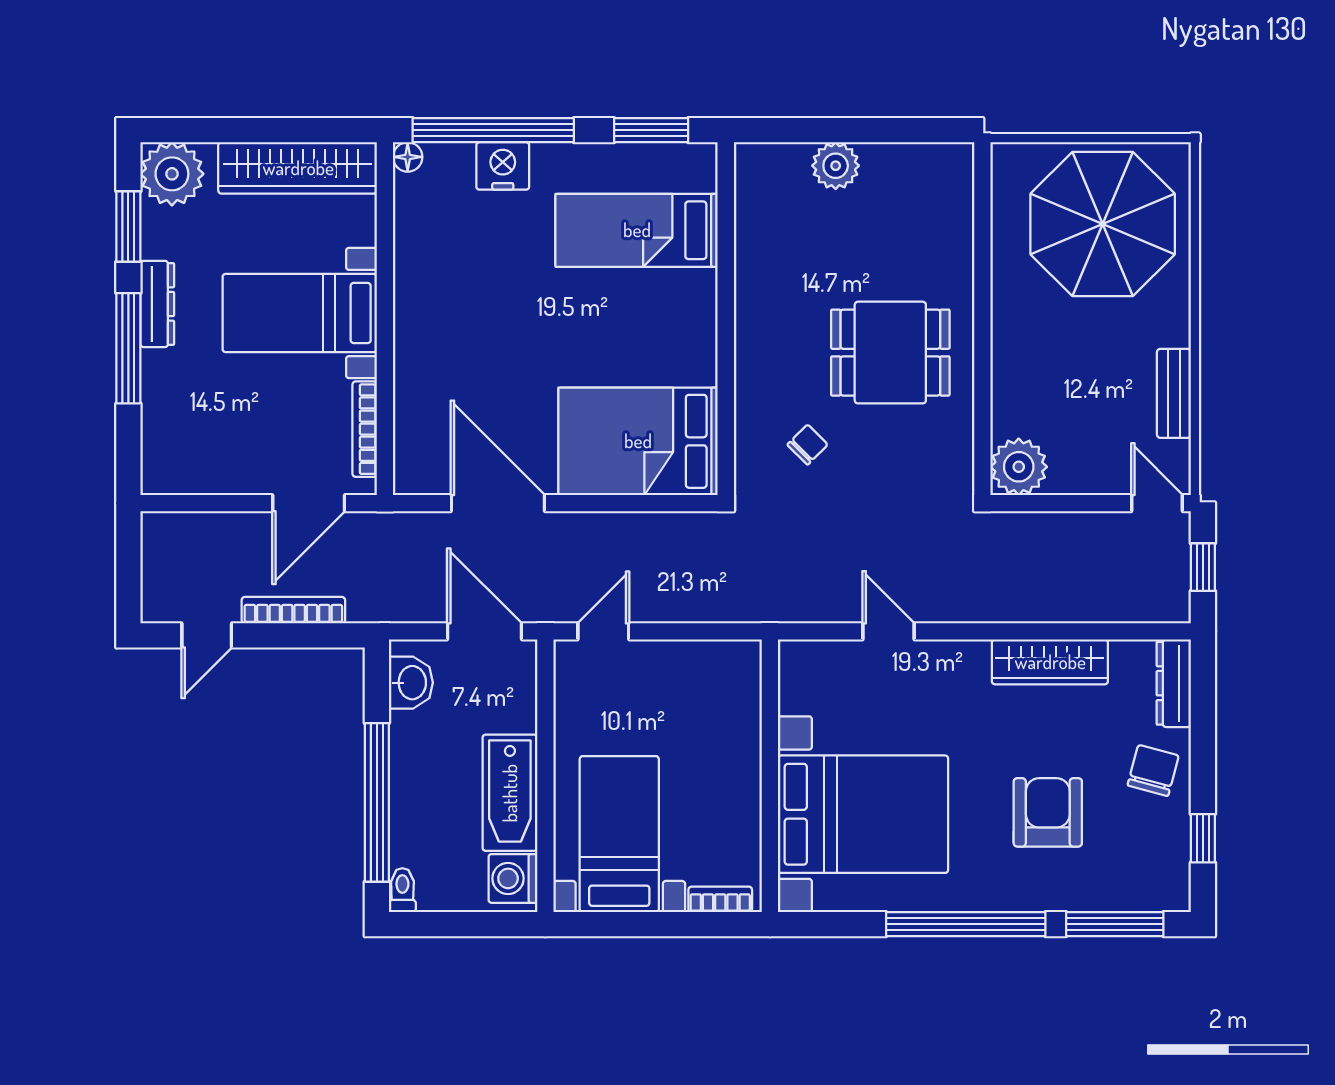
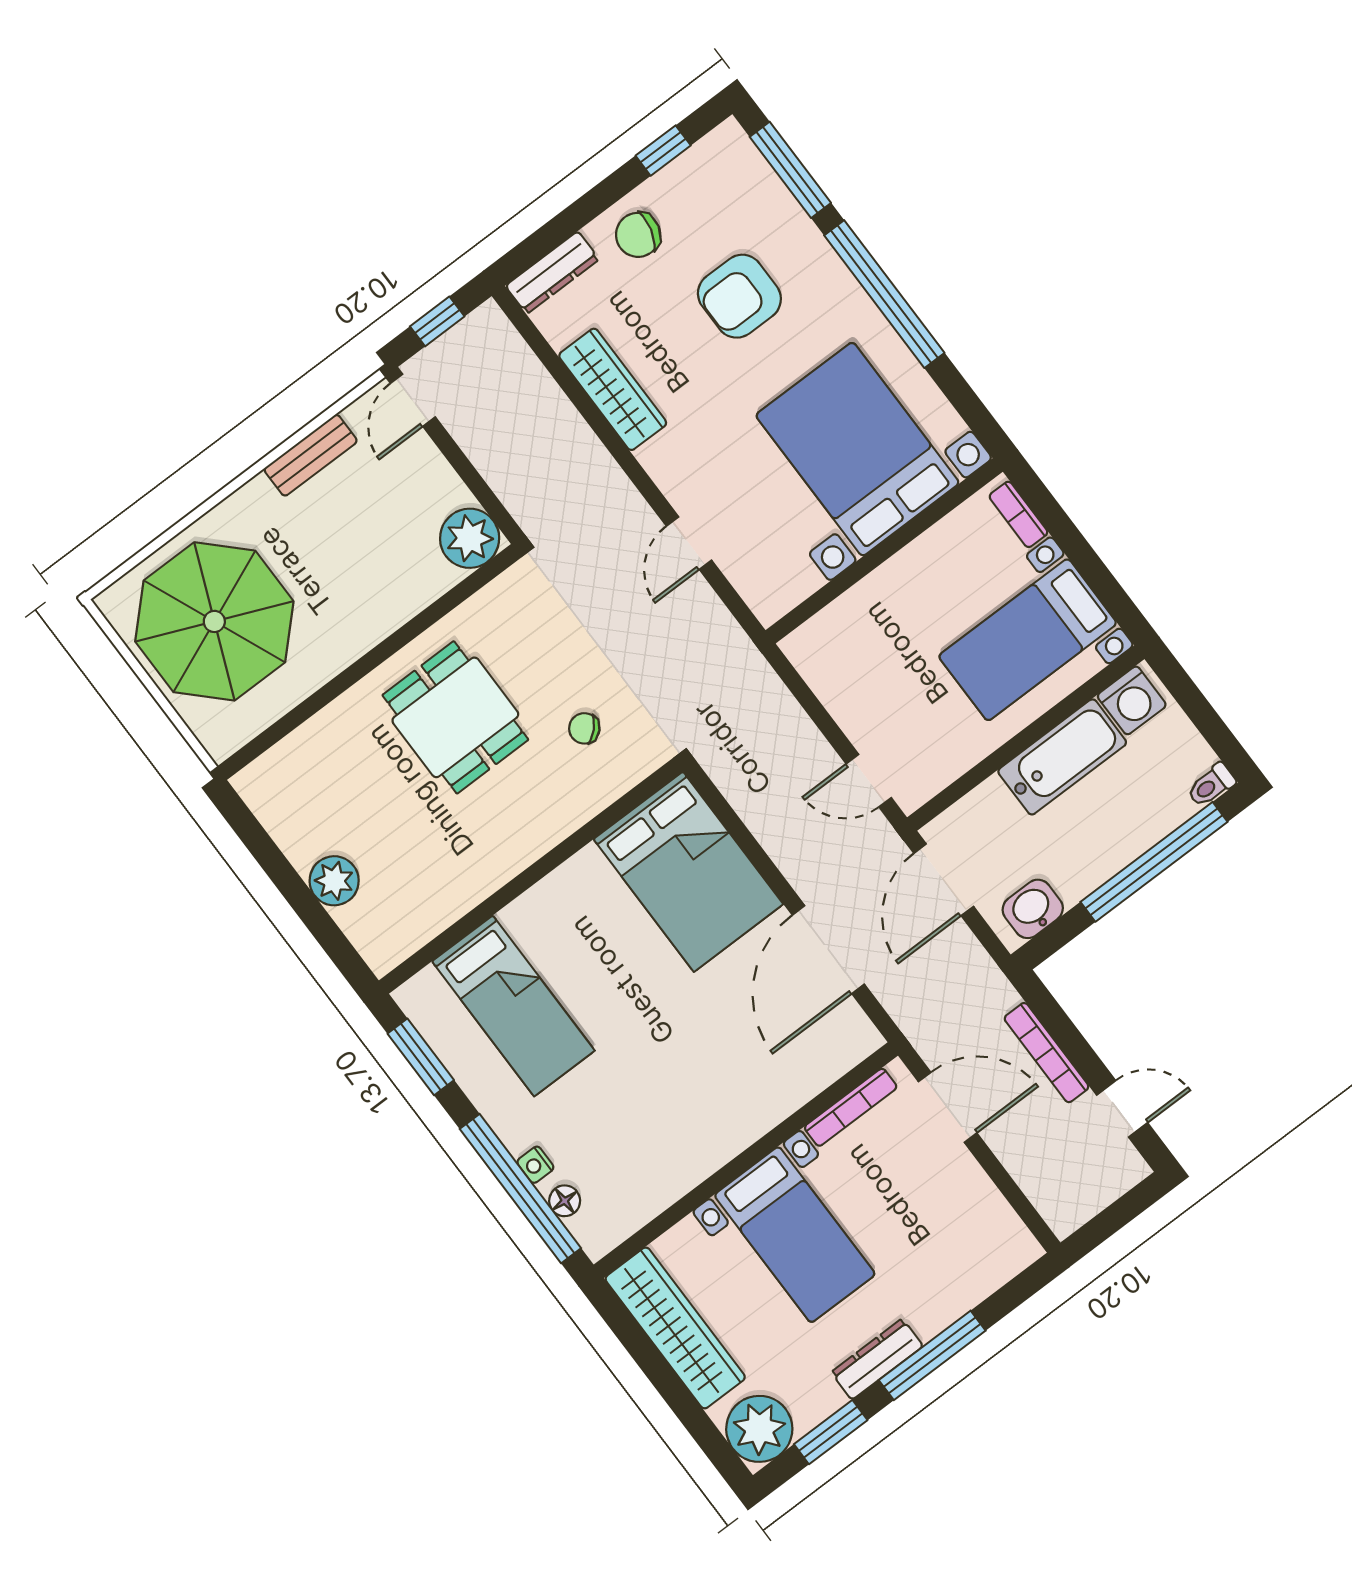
floor lamp: (408, 157) -> (565, 1201), moved
nightstand: (503, 166) -> (535, 1165), width x0.53, depth x0.56

